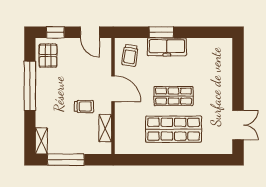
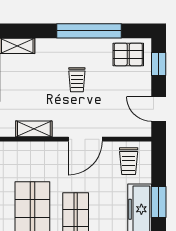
door: (90, 32) -> (159, 109), hinge flipped
trolley: (130, 55) -> (129, 161), turned -98
trolley: (84, 107) -> (77, 80), moved

